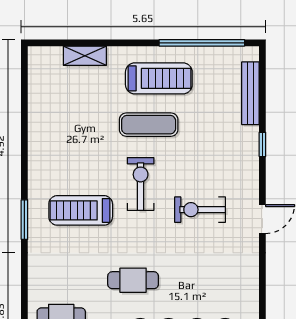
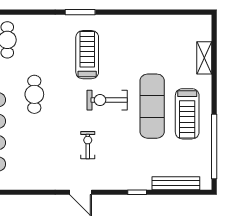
exercise mat: (149, 125) -> (152, 106), width x1.36, depth x1.45
exercise bike: (141, 184) -> (107, 100), turned 180
exercise bike: (200, 210) -> (88, 145), width x0.73, depth x0.72

